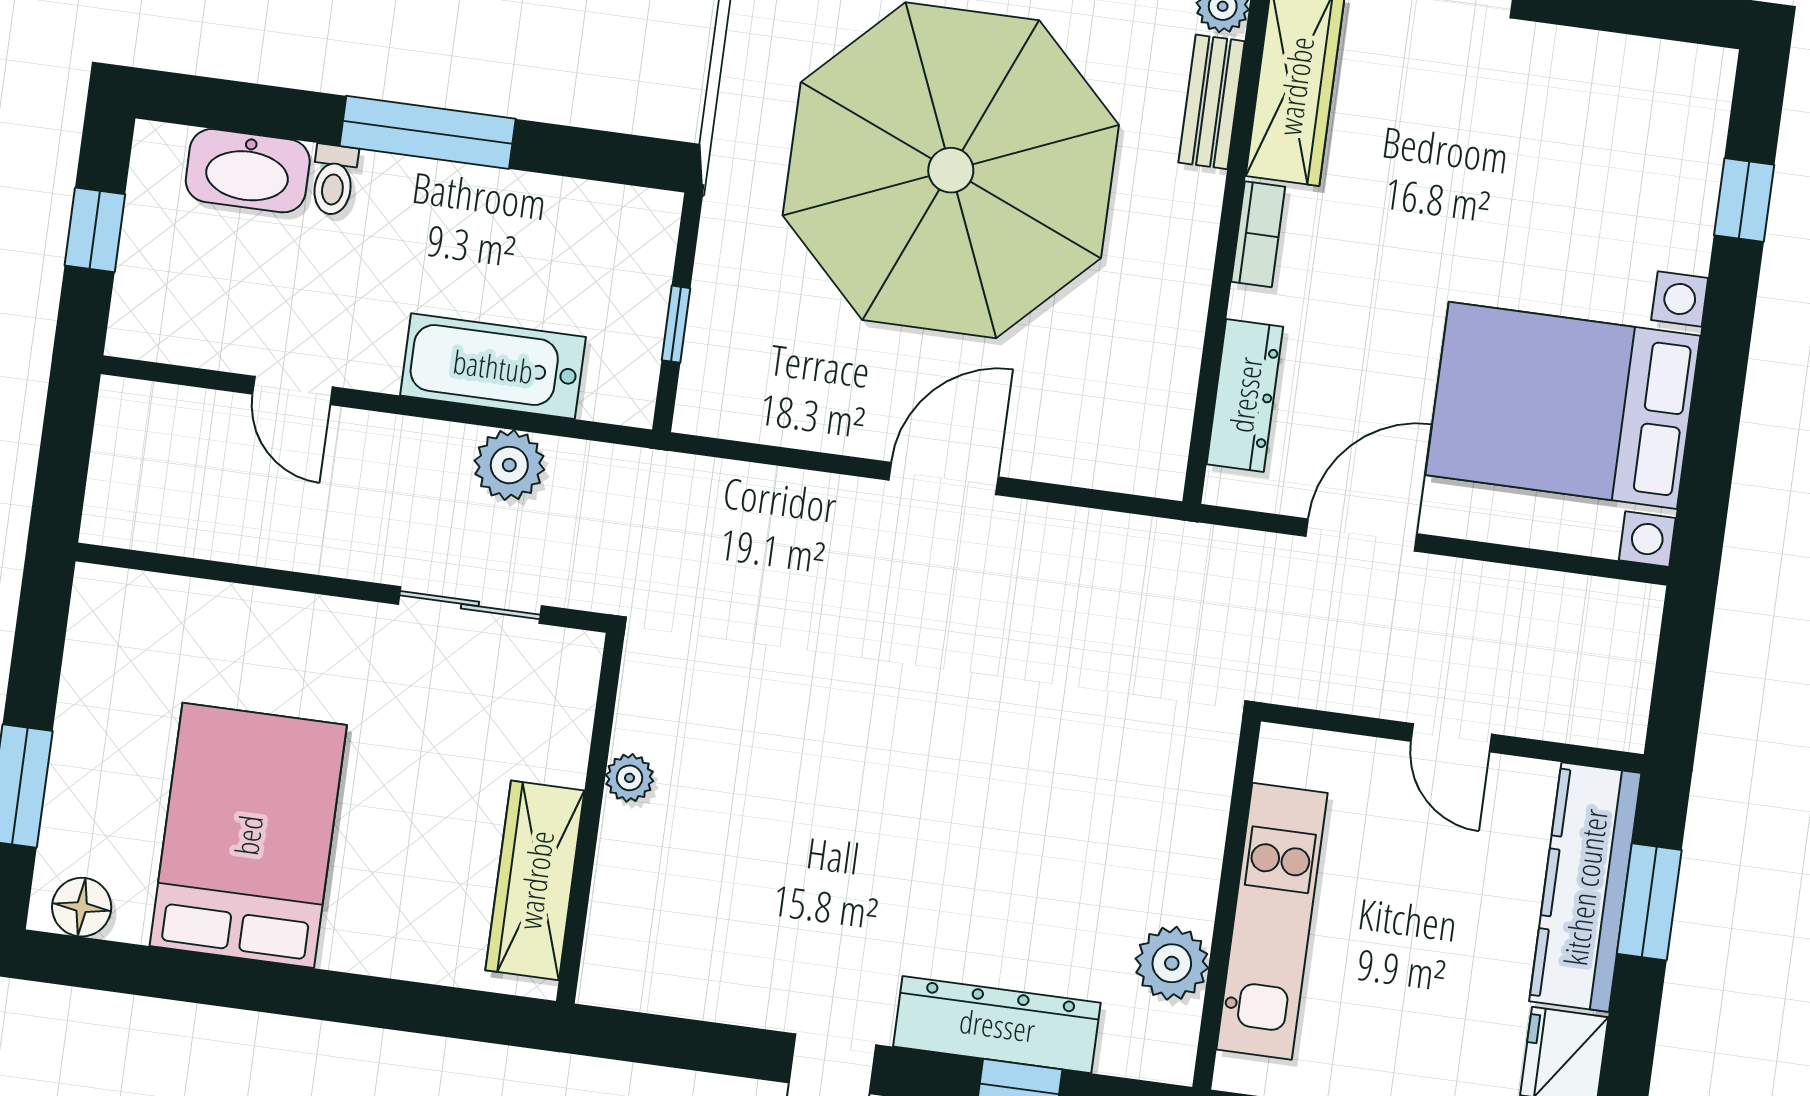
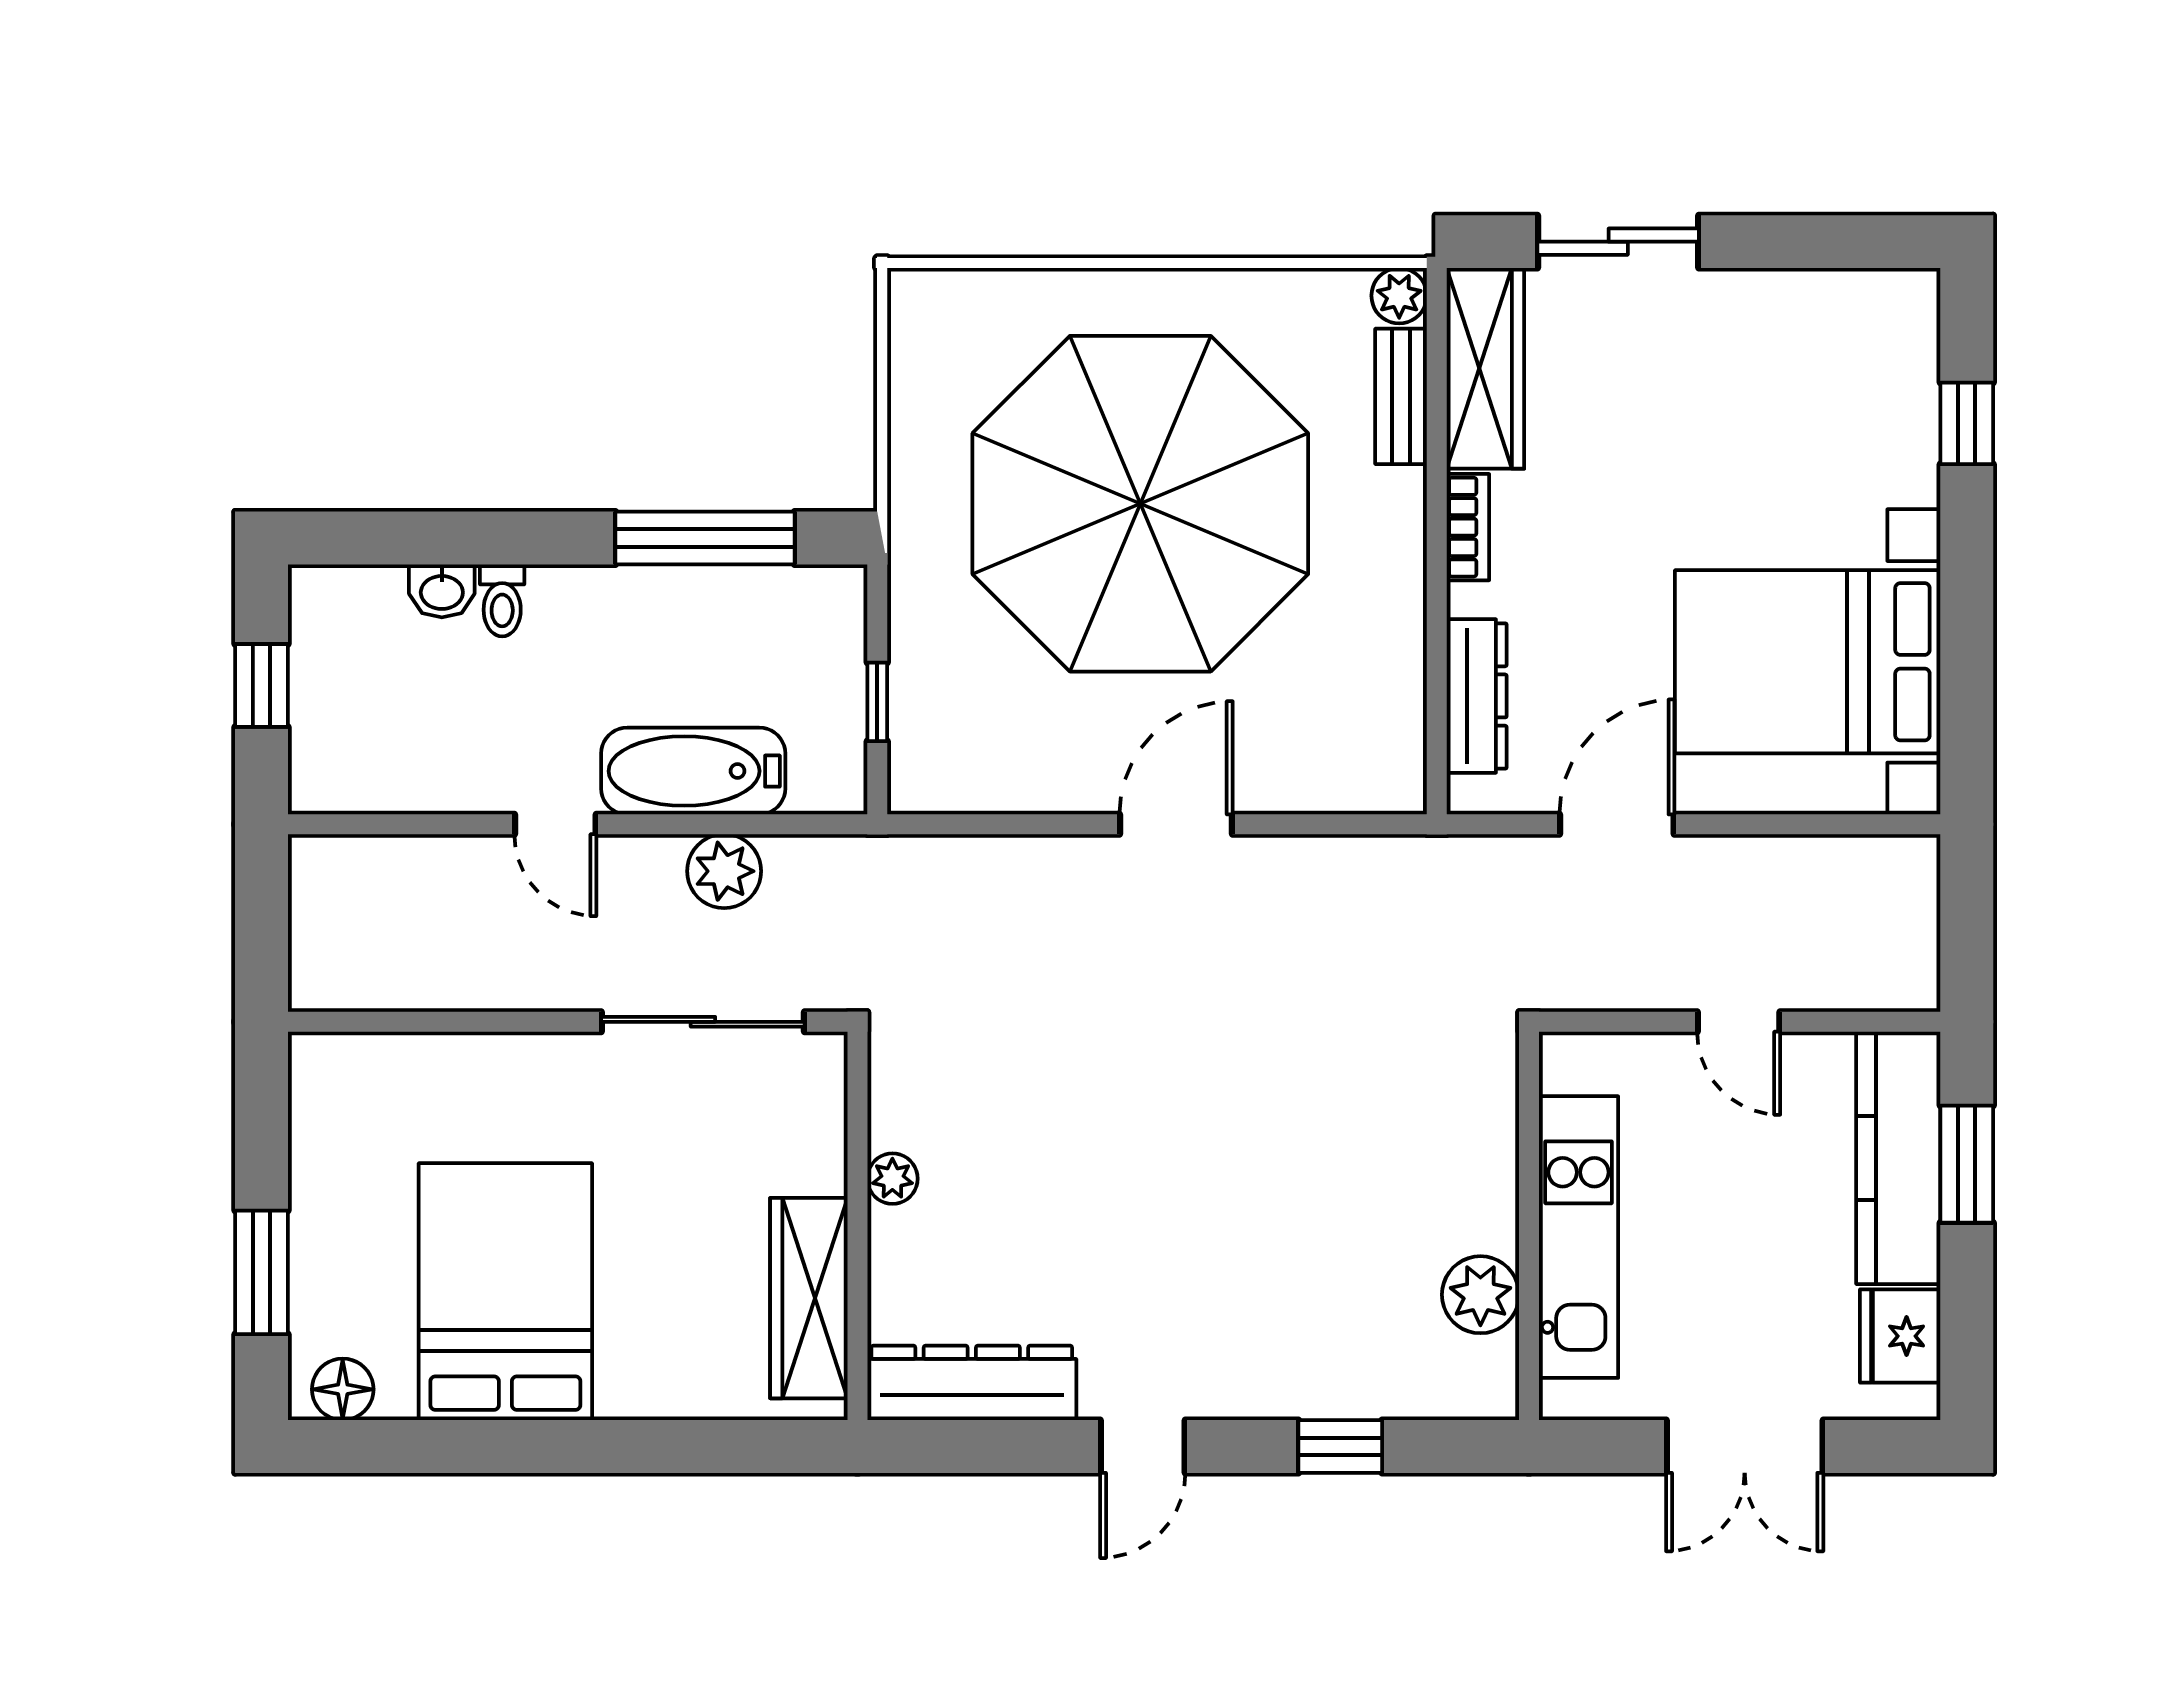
window: (428, 132) -> (705, 538), moved
washbasin: (248, 171) -> (442, 591), width x0.52, depth x0.69
door: (292, 390) -> (555, 824), moved
sliding door: (470, 605) -> (703, 1022), width x1.37
dresser: (997, 1025) -> (972, 1383), moved

